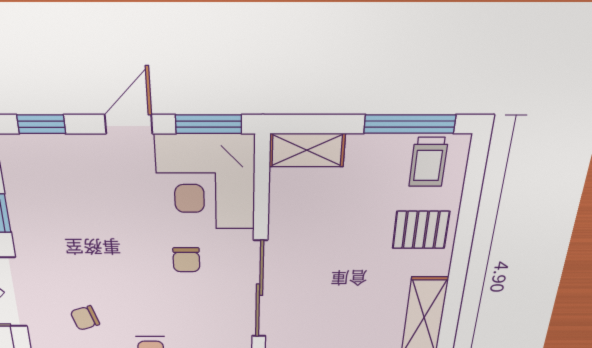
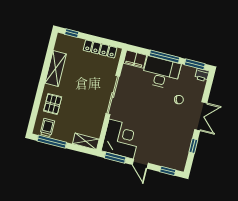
door: (129, 124) -> (140, 164), hinge flipped
pallet: (421, 230) -> (53, 104), turned 90
chair: (186, 260) -> (136, 113), removed

